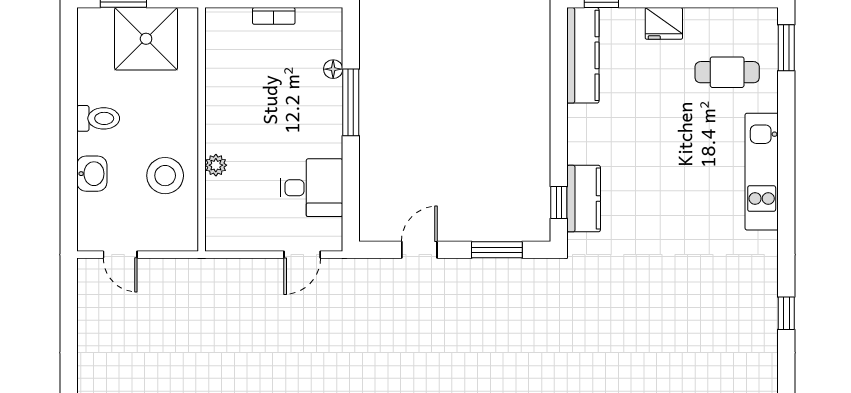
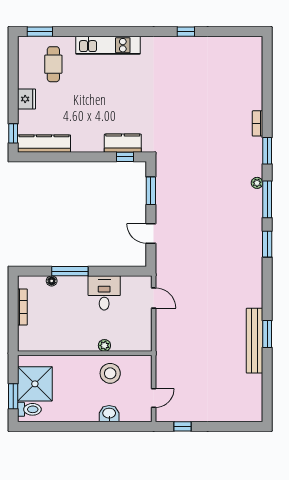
bookcase: (274, 16) -> (22, 307), width x1.56
toilet: (98, 118) -> (29, 409), moved, turned 90
desk: (311, 188) -> (104, 293), moved
window: (69, 307) -> (183, 426), added

